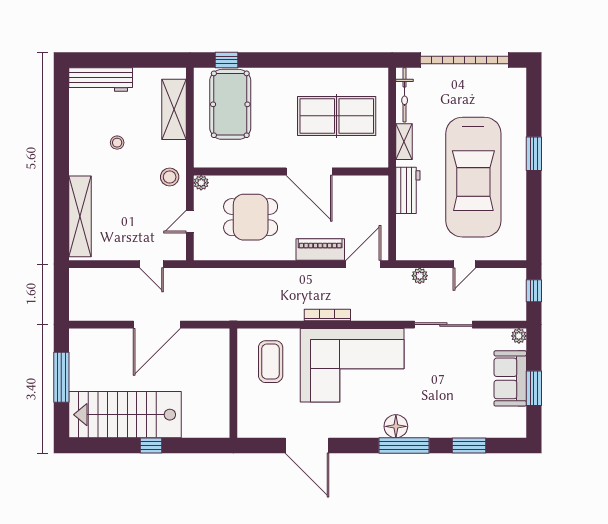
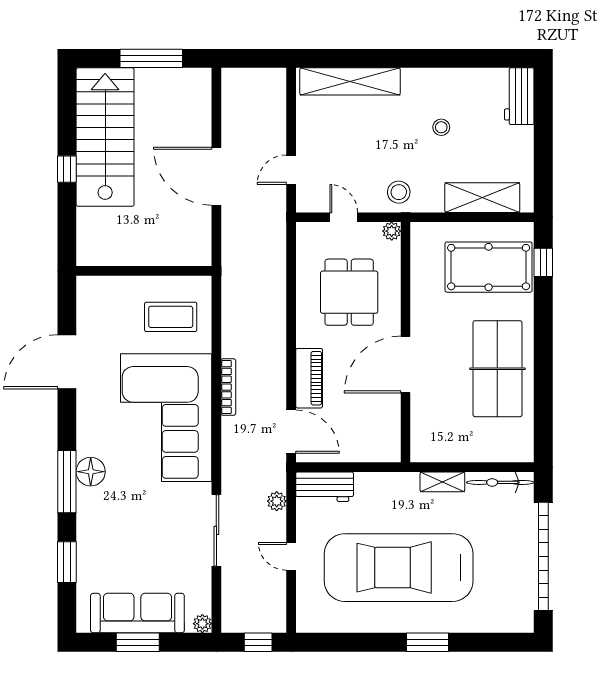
workbench: (101, 79) -> (519, 96), width x0.73
table tennis table: (337, 116) -> (497, 369), moved
workbench: (408, 190) -> (325, 487), moved
sofa: (510, 378) -> (137, 613), width x1.36

